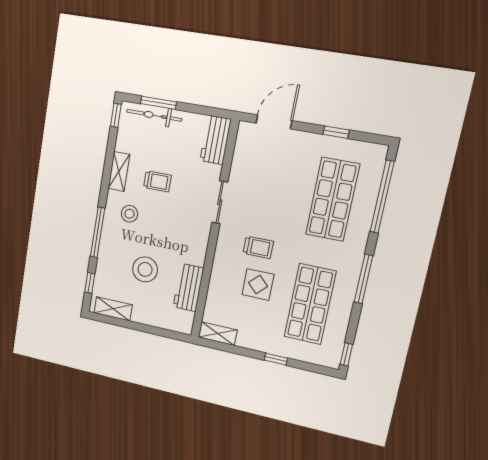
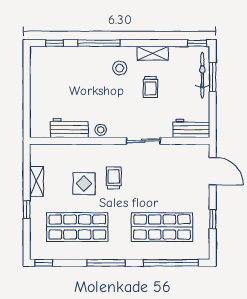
trolley: (258, 247) -> (114, 178), turned 180
stool: (145, 269) -> (101, 130), moved, width x0.53, depth x0.53
shelving: (113, 309) -> (37, 67), removed
shelving: (218, 334) -> (37, 181), moved

